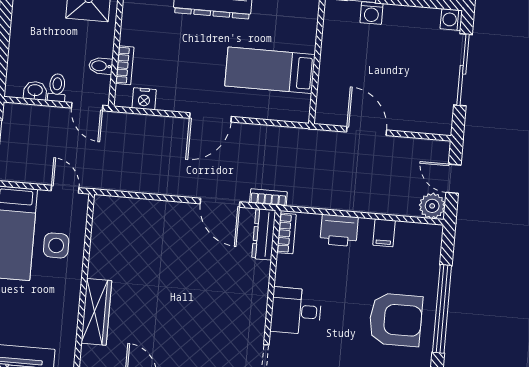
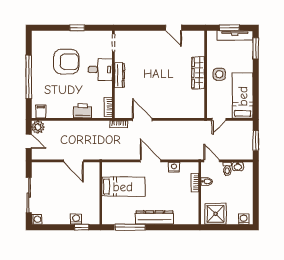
nightstand: (144, 99) -> (174, 167), moved
door: (210, 117) -> (151, 161), hinge flipped
door: (65, 189) -> (219, 119), hinge flipped
filing cabinet: (384, 233) -> (41, 112), moved
dresser: (264, 234) -> (119, 75), moved
side table: (56, 245) -> (219, 74), moved
wardrobe: (96, 312) -> (198, 73), moved
armchair: (396, 320) -> (66, 62), moved, turned 180

